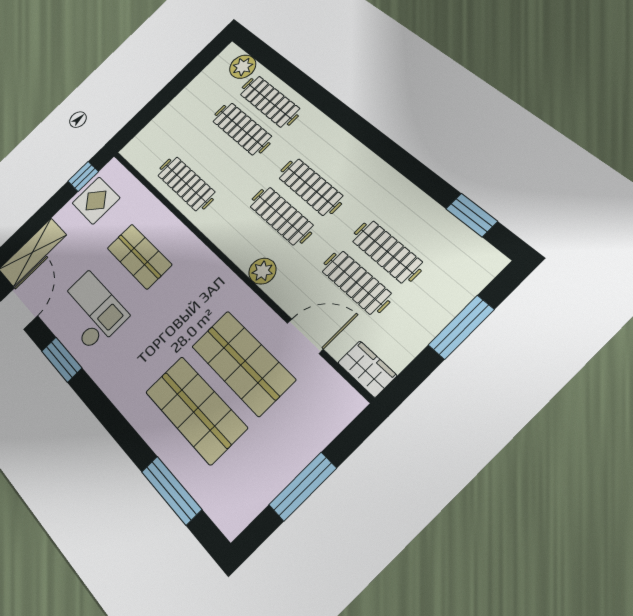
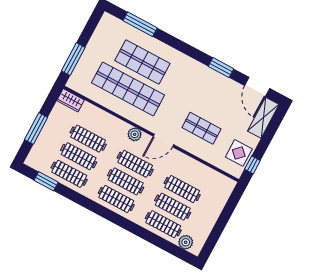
clothes rail: (340, 158) -> (116, 199), added
clothes rail: (186, 184) -> (182, 189), moved
clothes rail: (418, 221) -> (69, 174), added
checkout: (90, 311) -> (216, 95), removed
door: (305, 336) -> (163, 140), moved
shop shelf: (243, 363) -> (128, 89), width x1.40
window: (303, 486) -> (73, 59), moved

